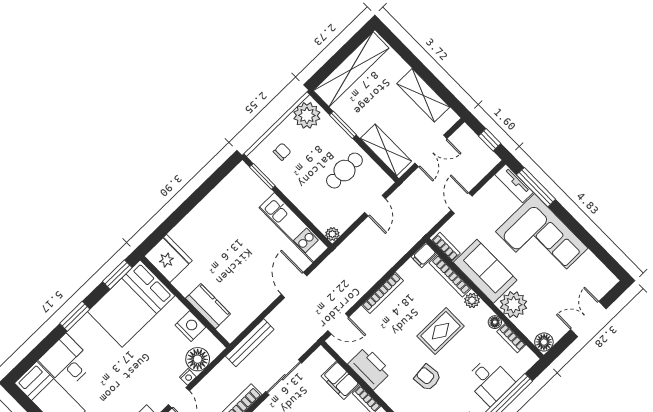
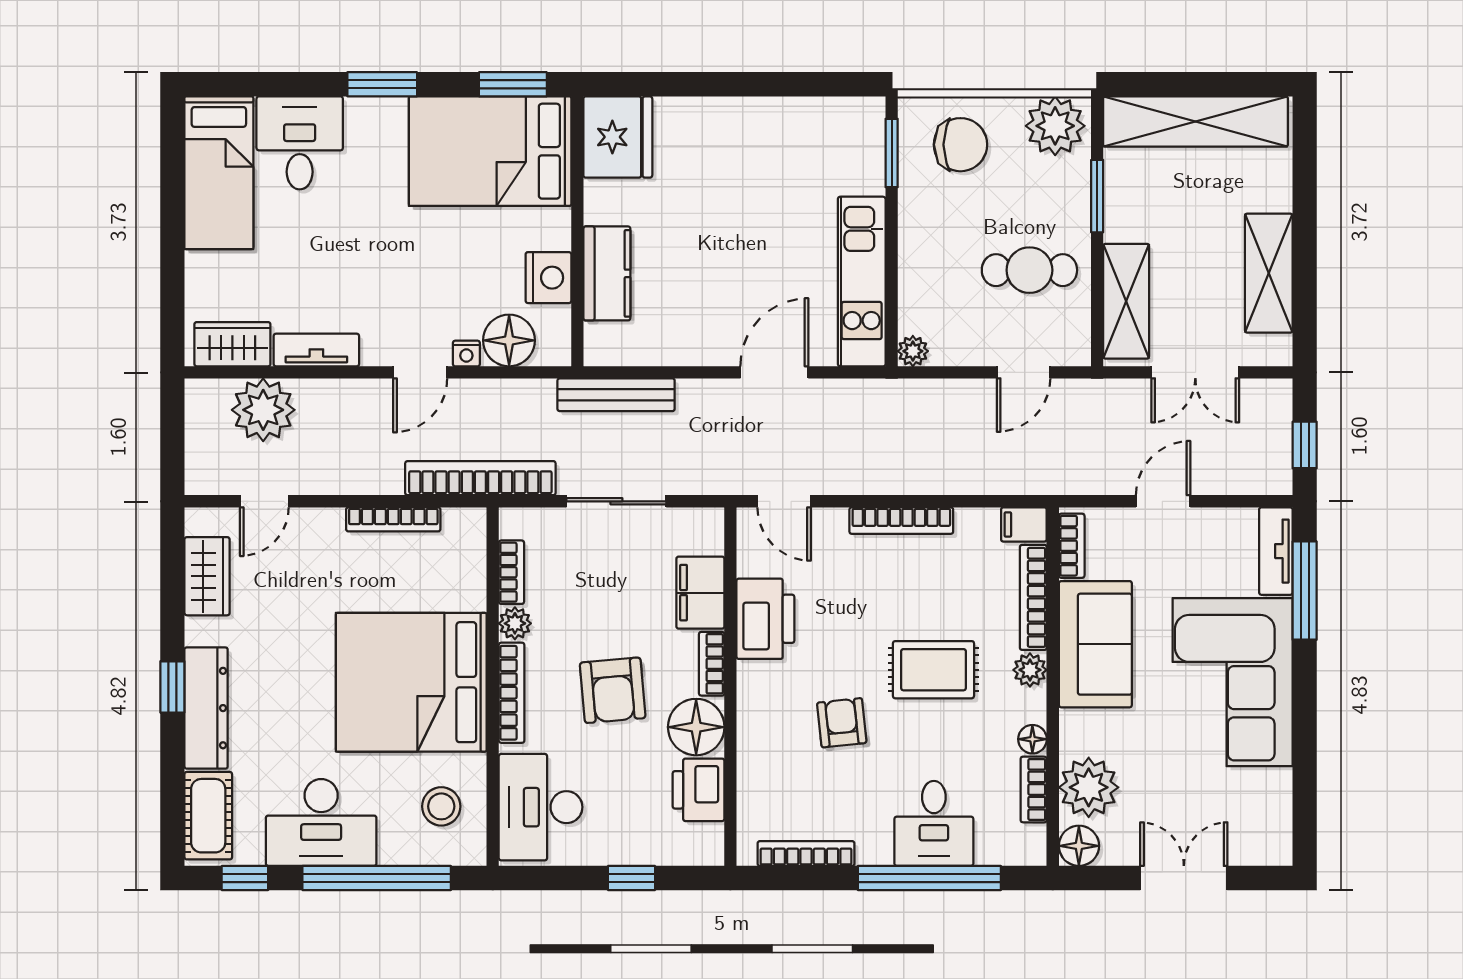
chair: (282, 152) -> (960, 145), width x1.87, depth x1.87
plant: (513, 305) -> (1089, 787), moved

